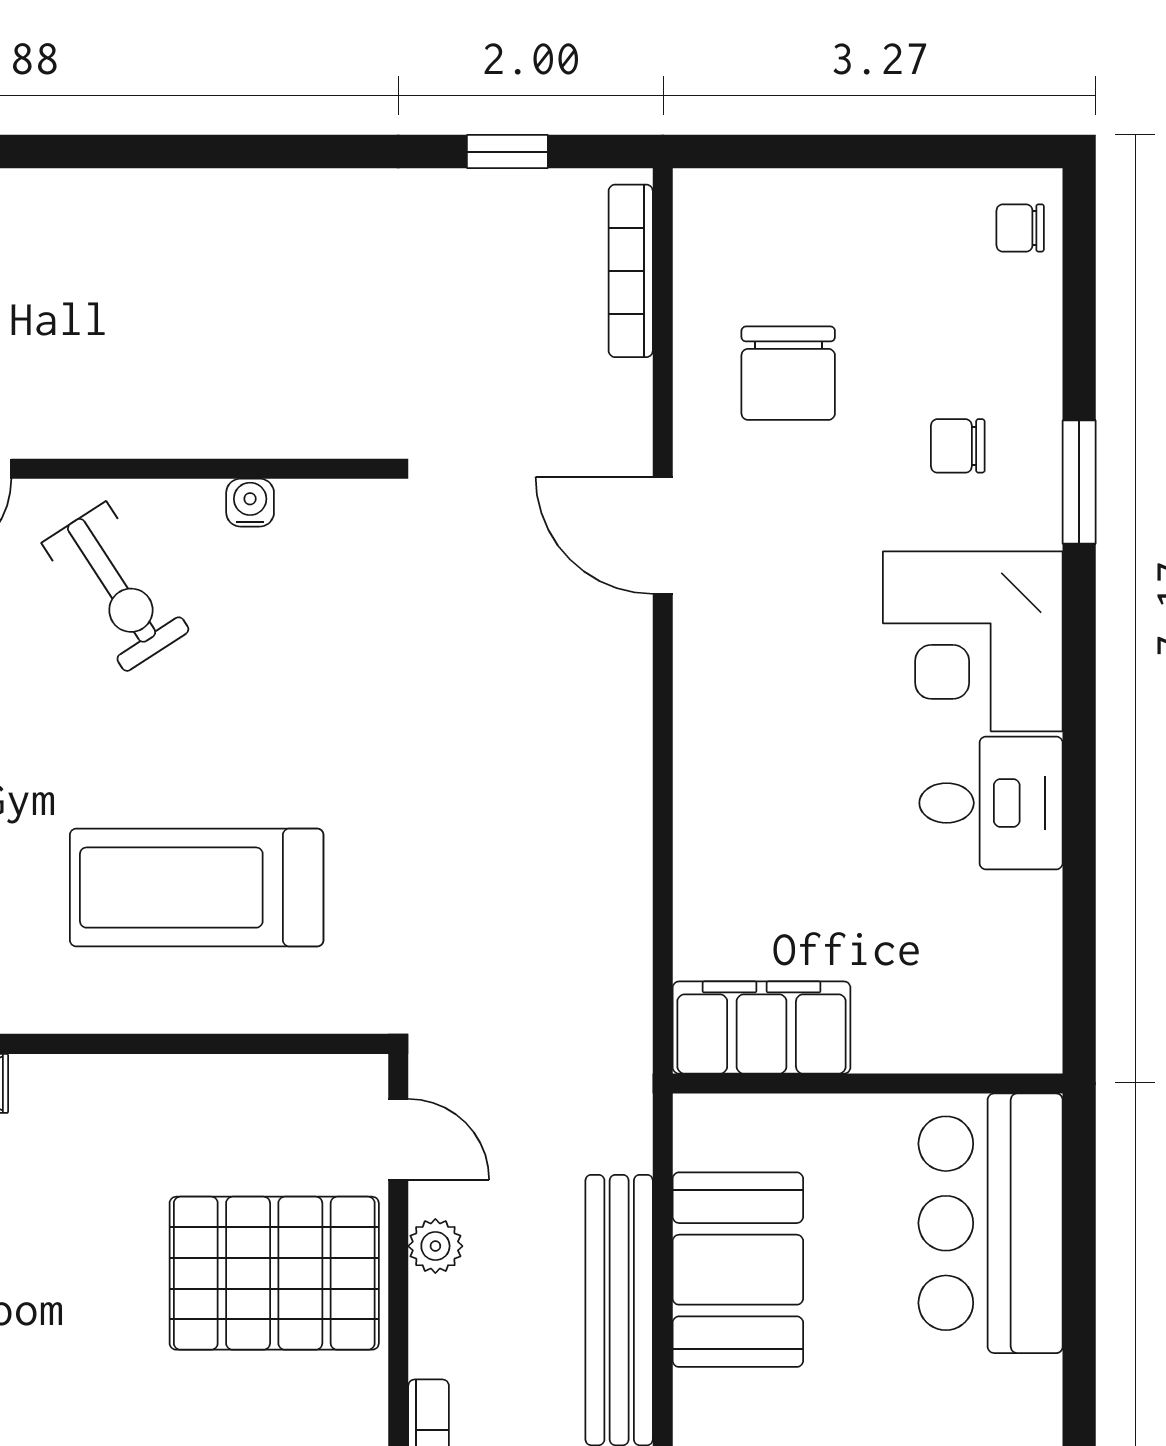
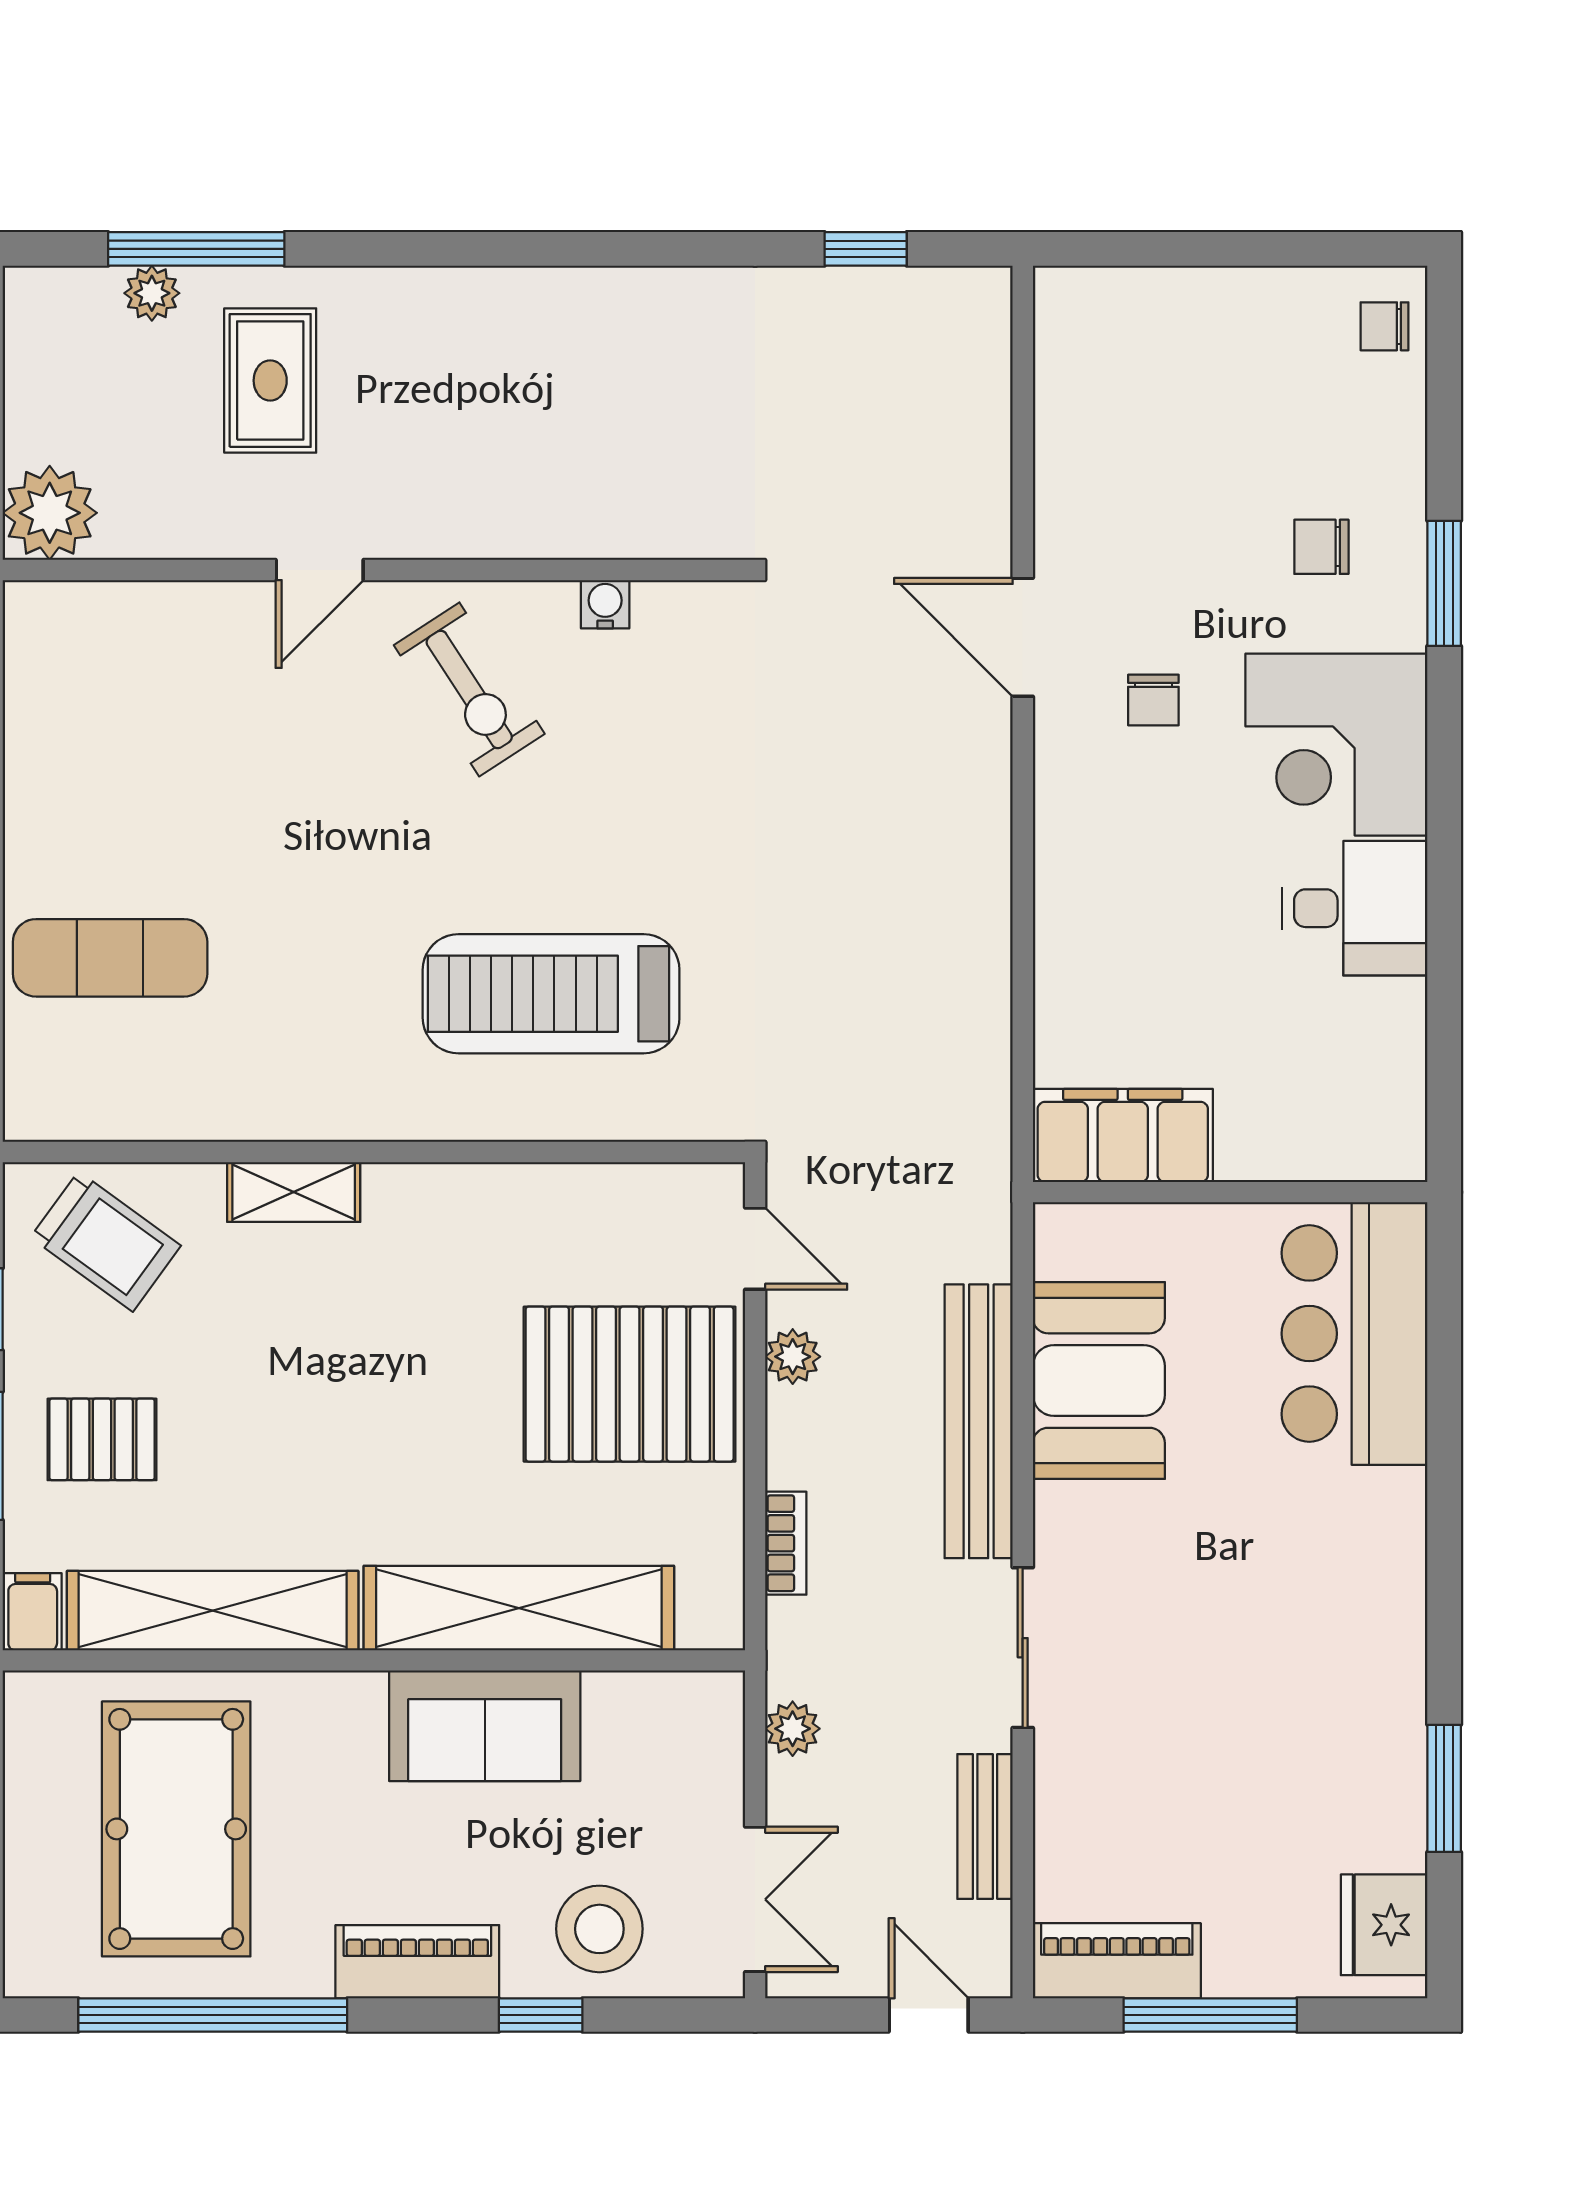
bookcase: (631, 271) -> (990, 370), removed
chair: (788, 373) -> (1153, 700), moved, width x0.54, depth x0.54

